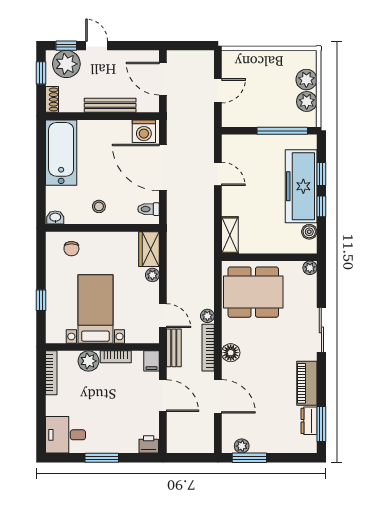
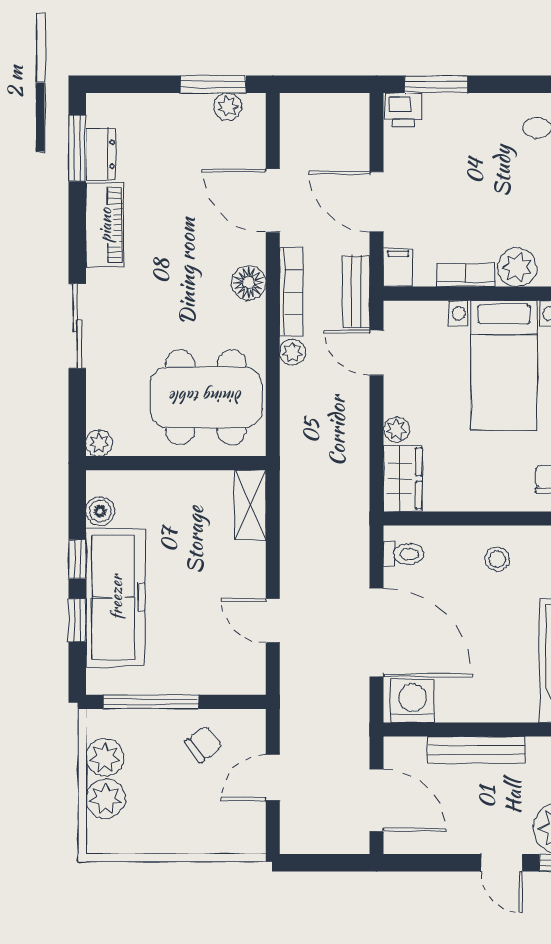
chair: (255, 108) -> (203, 744), added
window: (102, 458) -> (436, 84), moved

